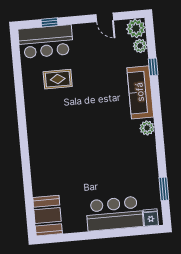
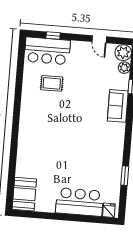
sofa: (140, 92) -> (118, 106), width x0.73
plant: (147, 128) -> (118, 136), removed
window: (164, 189) -> (125, 176), moved

